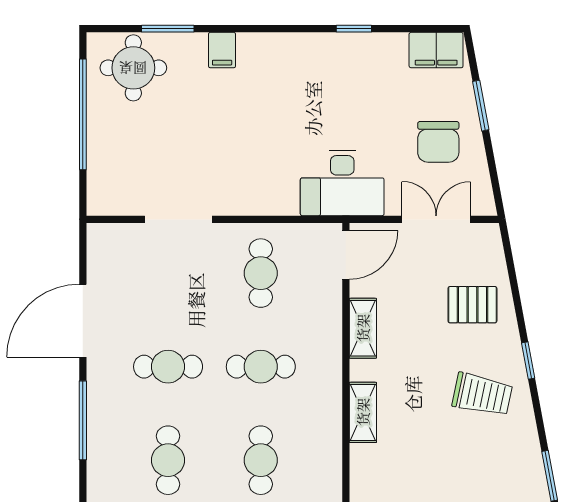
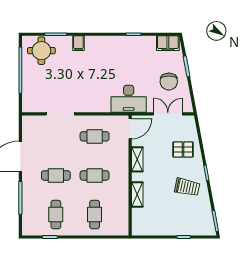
cafe table: (261, 273) -> (95, 136), turned 90

